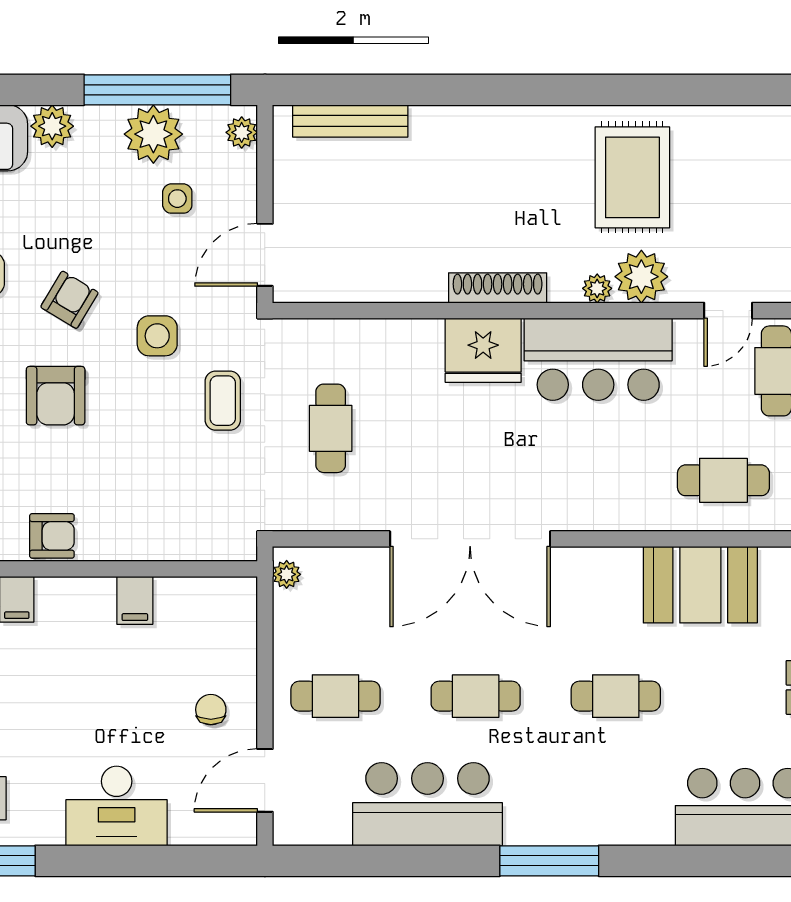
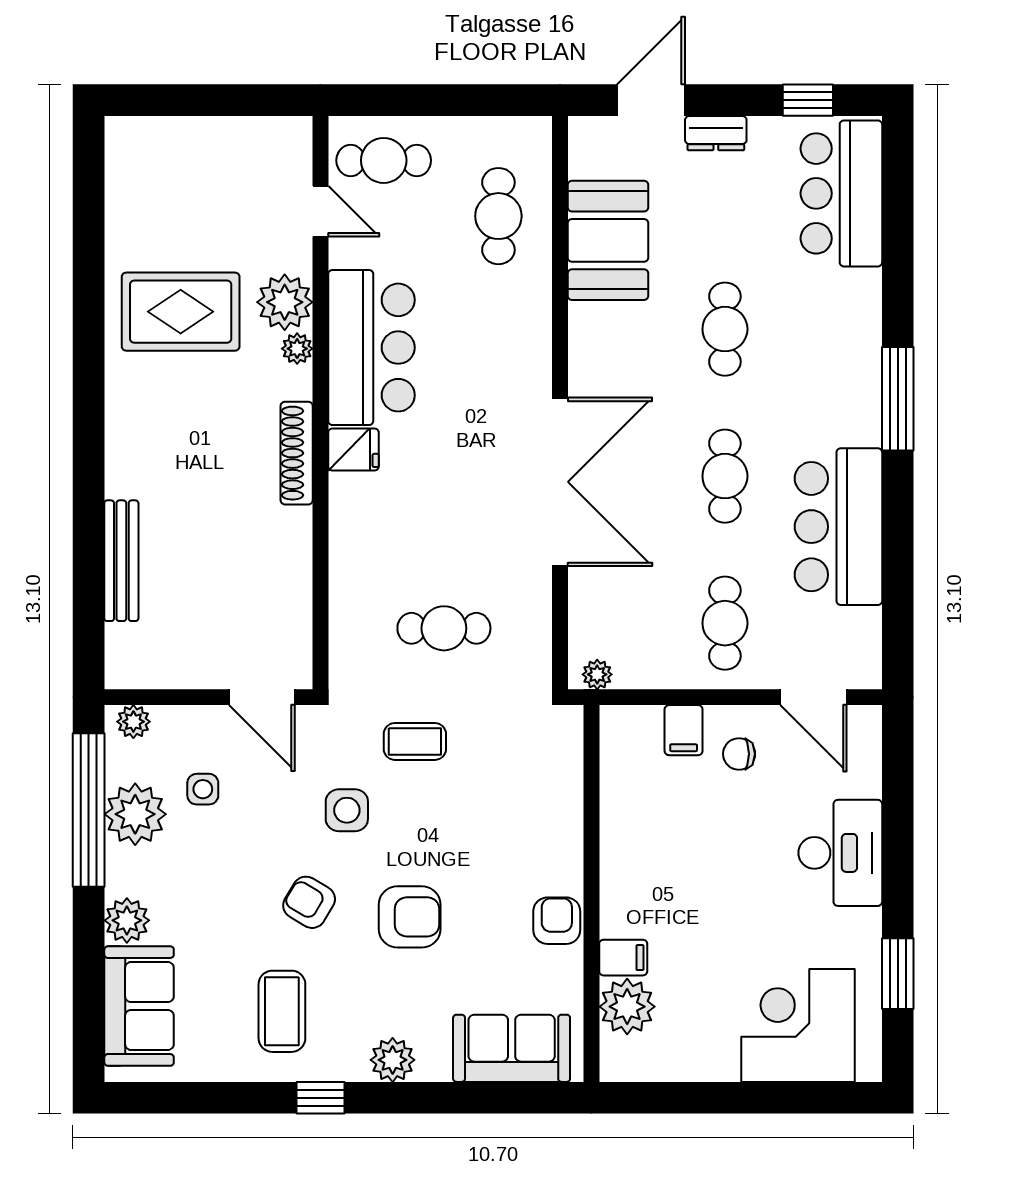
bench: (350, 121) -> (121, 561), moved
fridge: (483, 350) -> (353, 449), width x0.53, depth x0.75
filing cabinet: (135, 600) -> (684, 730), moved, turned 90

